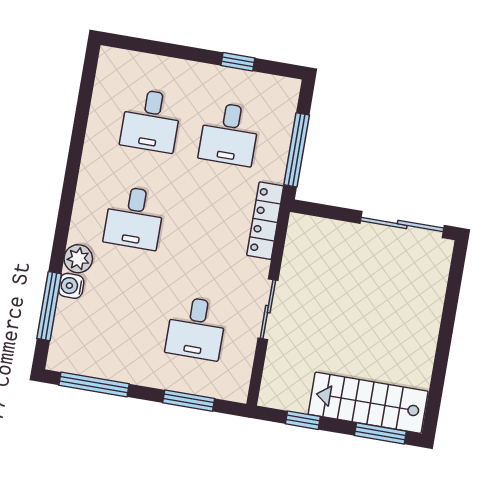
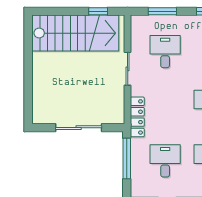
sliding door: (402, 224) -> (79, 128), moved
stairs: (368, 403) -> (76, 33), width x1.36, depth x1.51
window: (380, 433) -> (54, 11), removed

